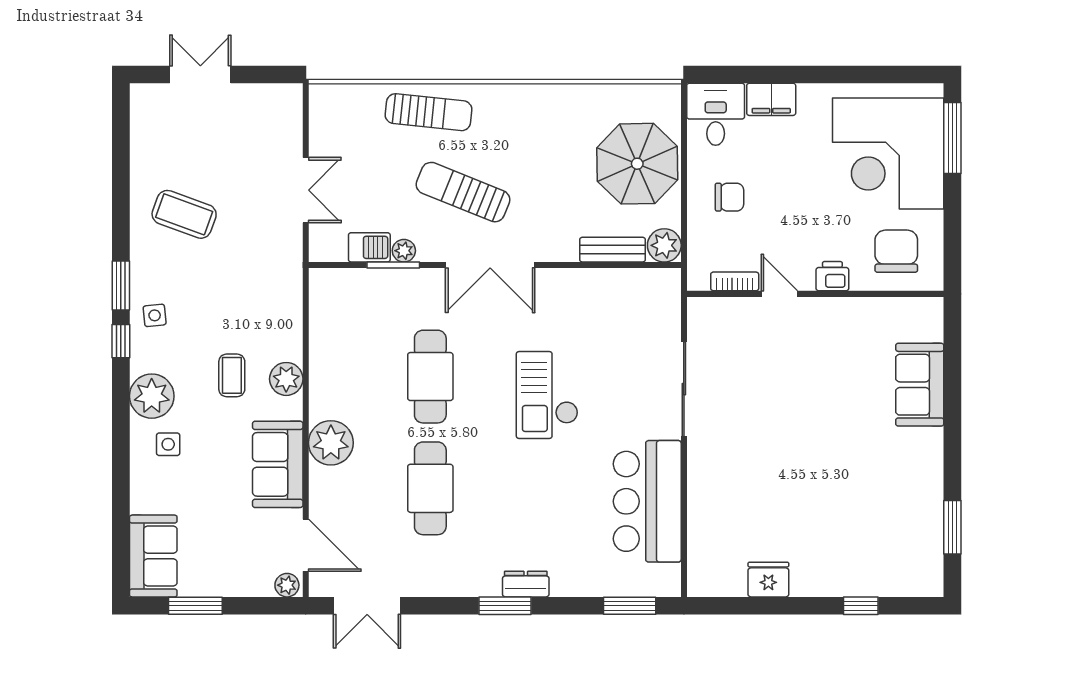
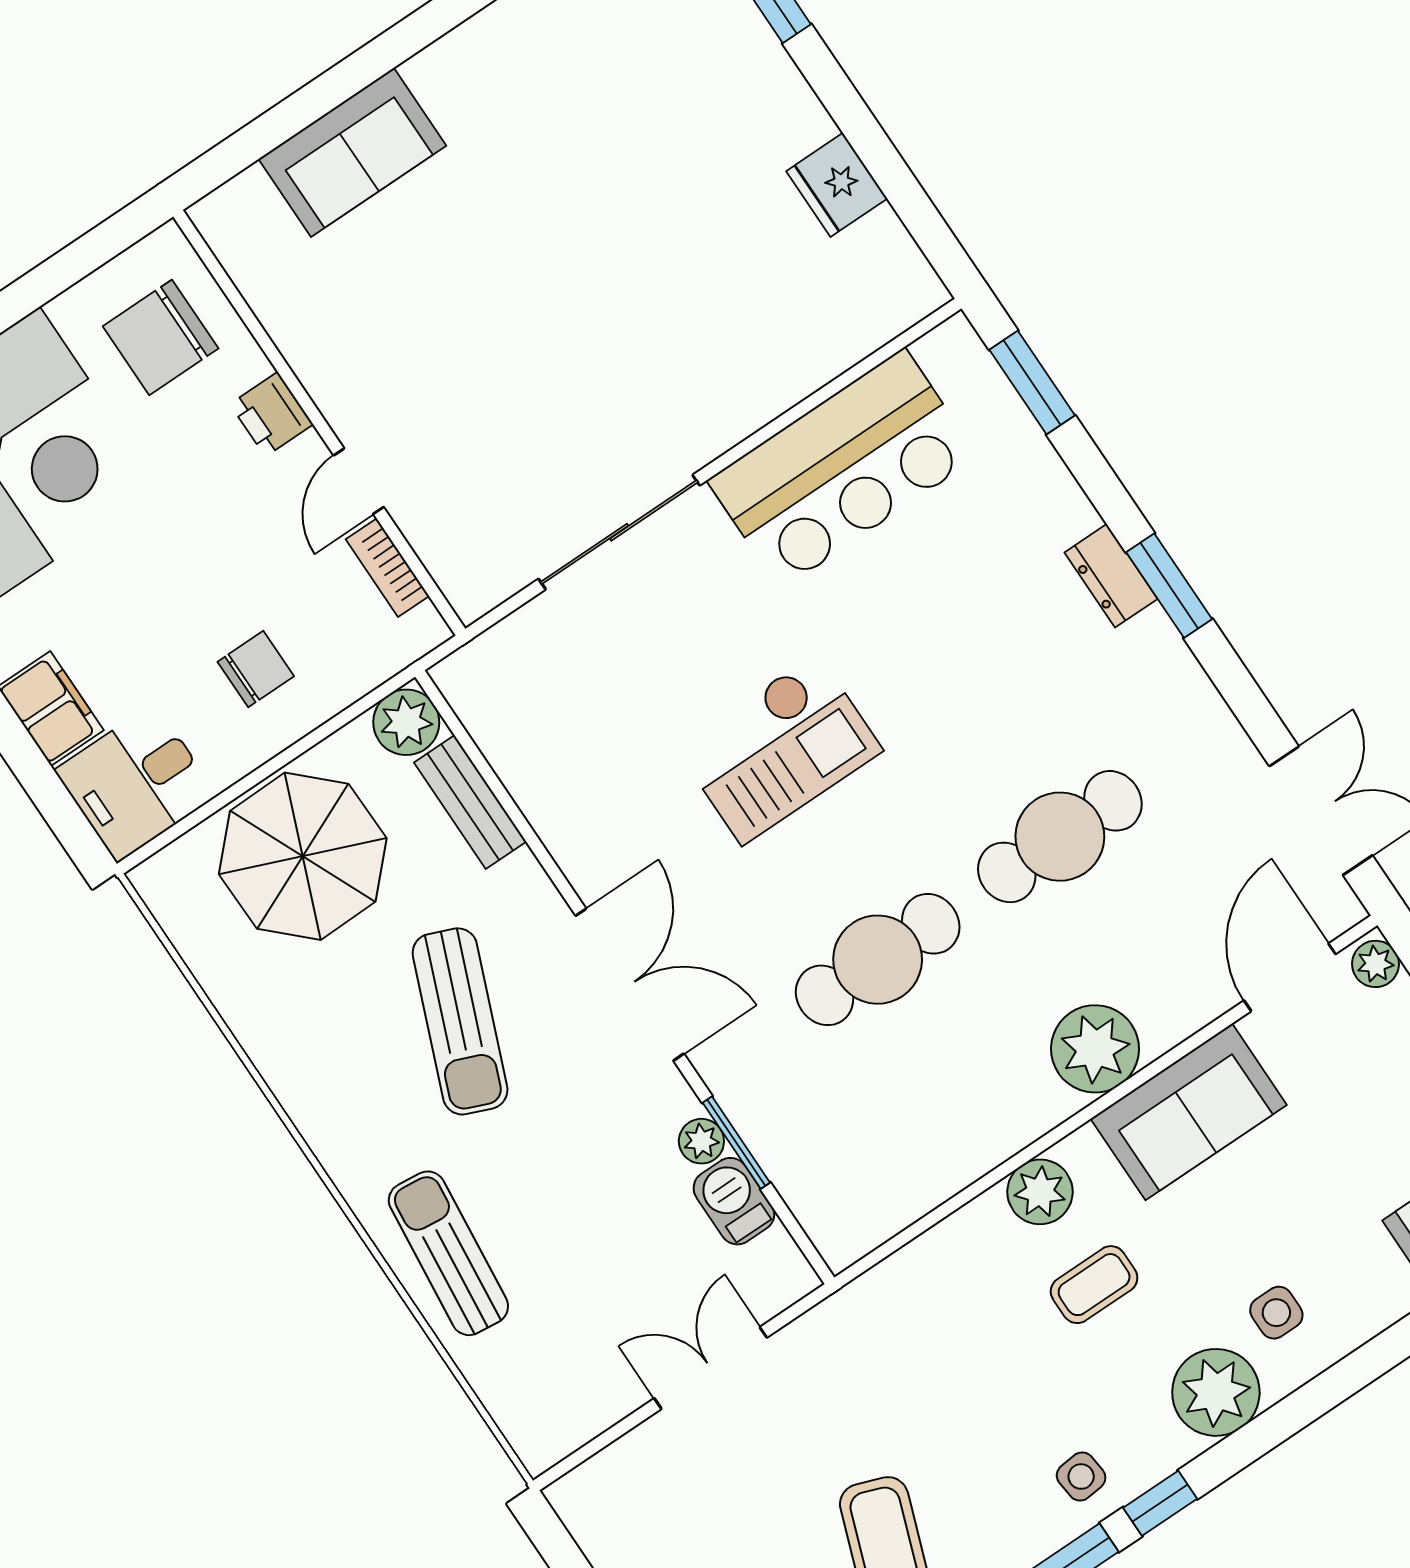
sun lounger: (463, 192) -> (460, 1021), moved
chair: (729, 197) -> (256, 669), turned 90

